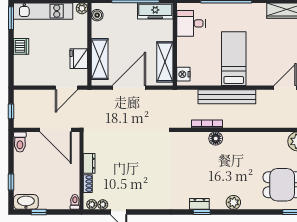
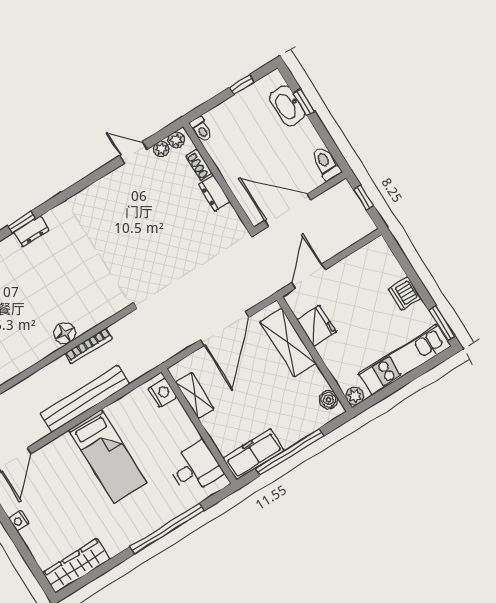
shelving: (165, 62) -> (195, 396), width x0.67, depth x0.75
washbasin: (26, 202) -> (287, 106), moved, turned 90

